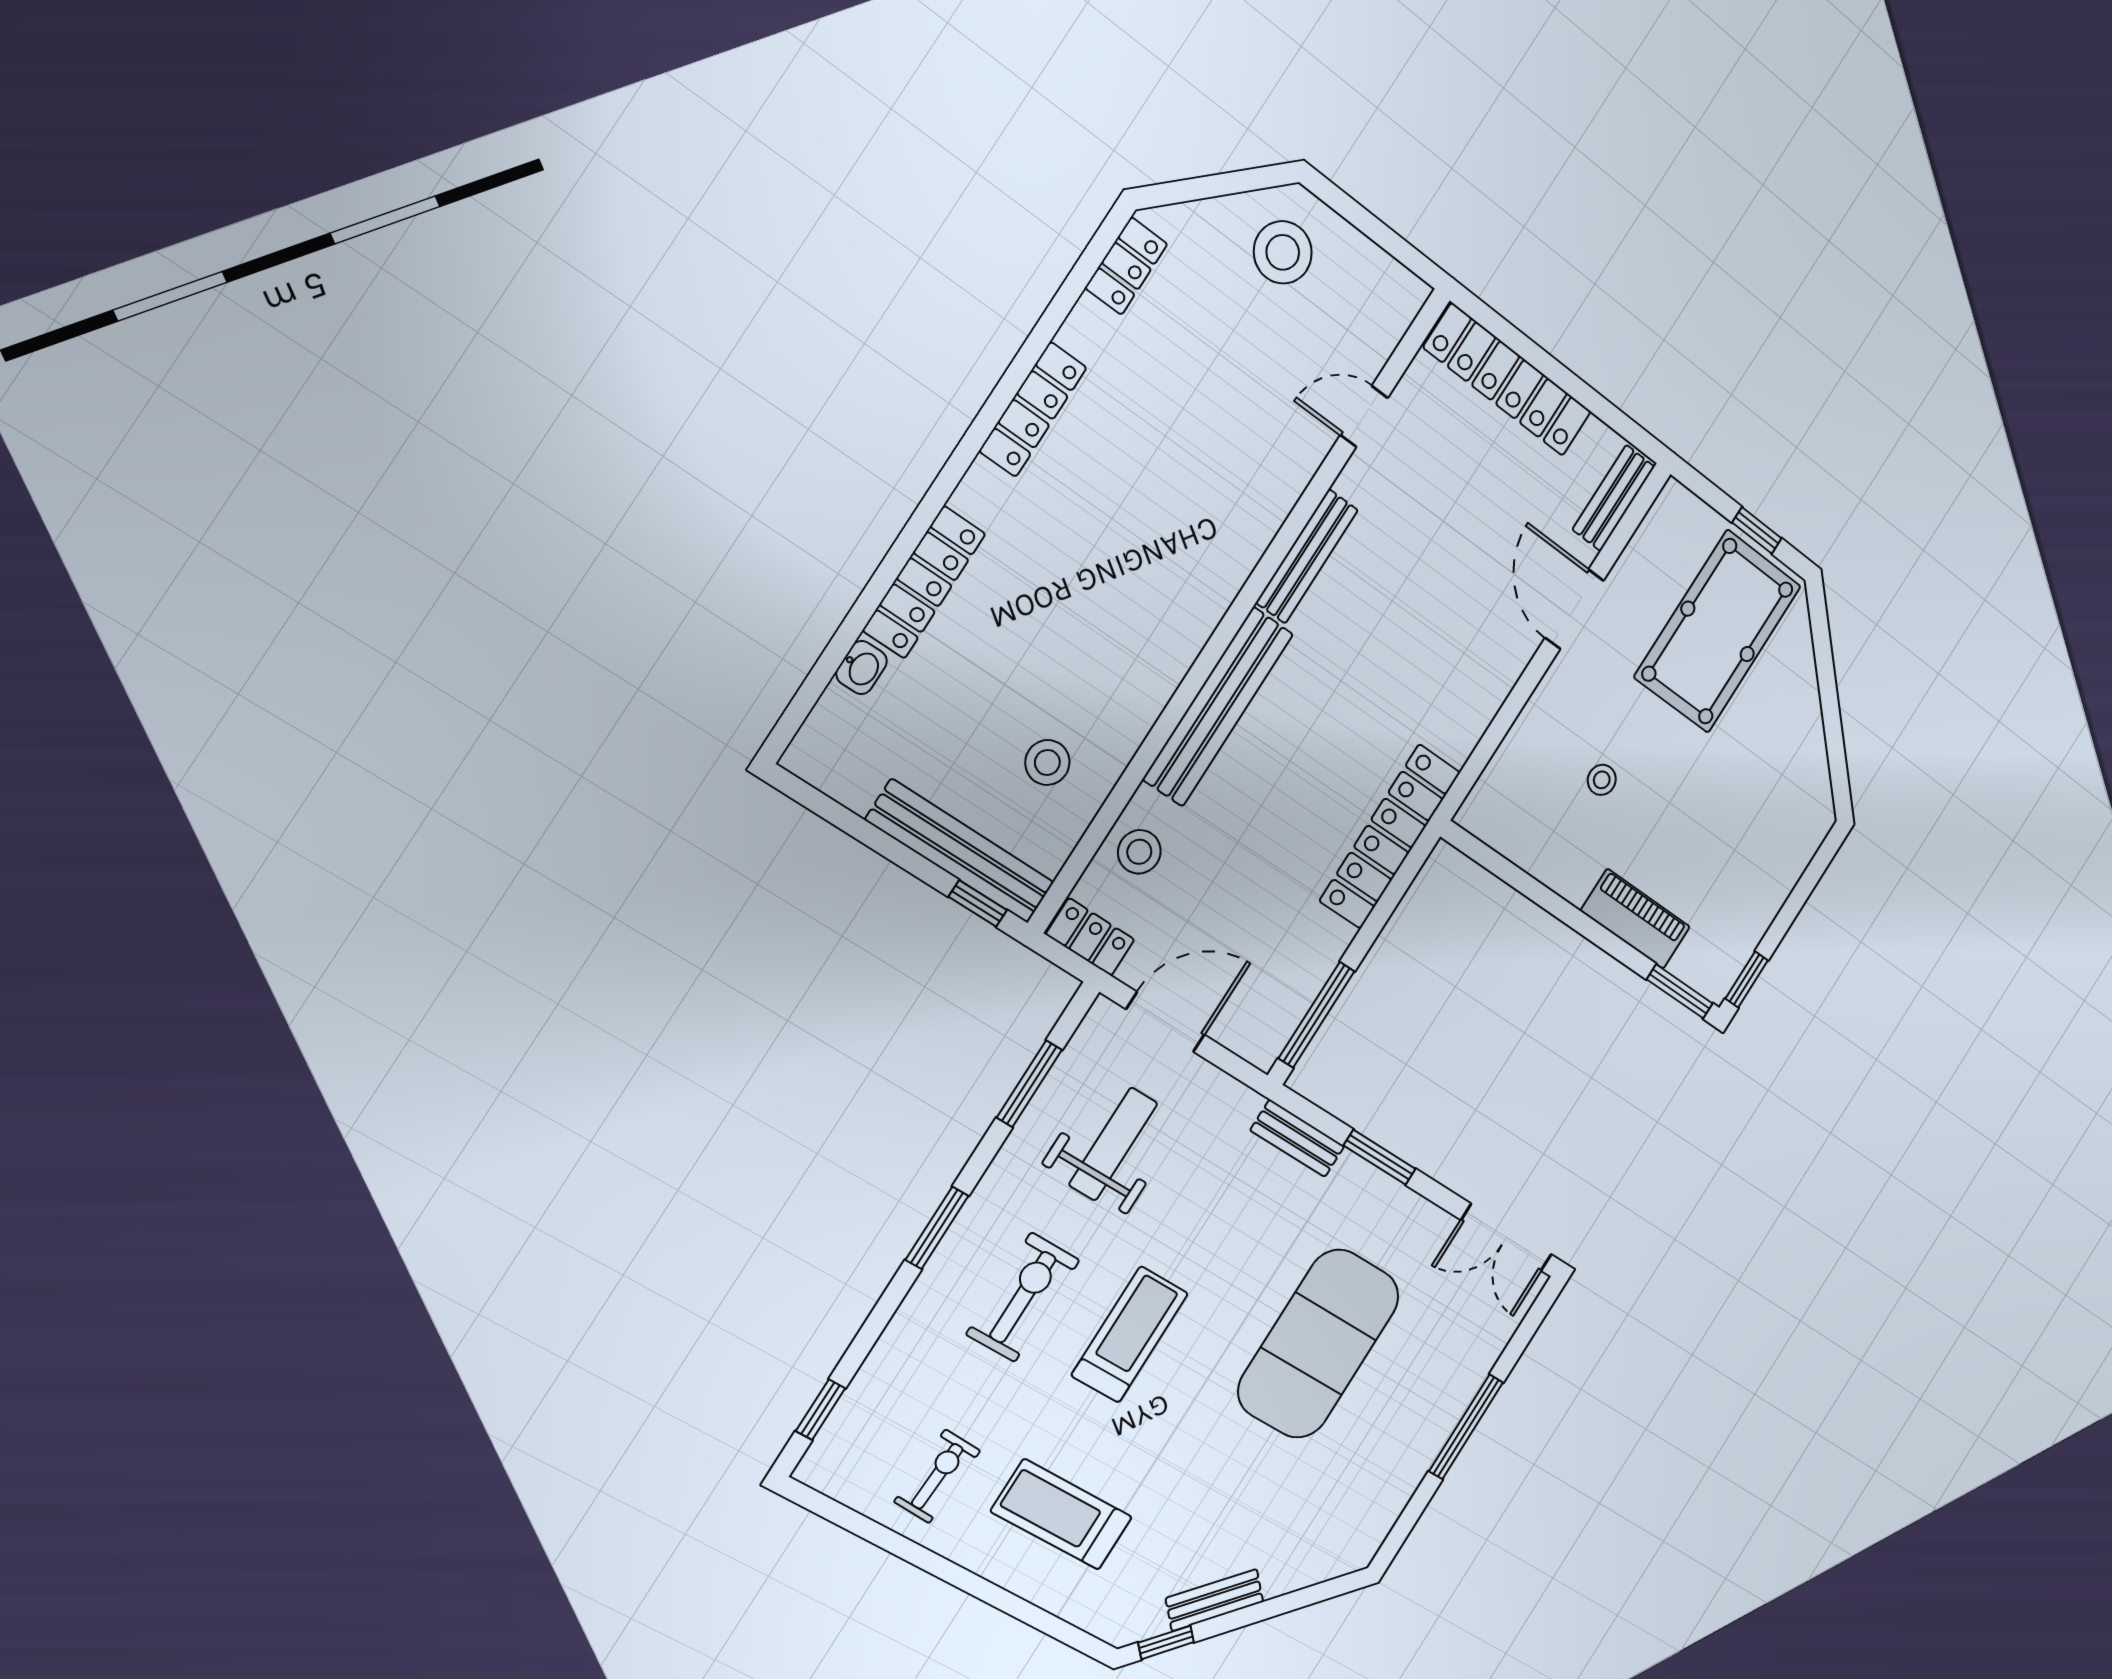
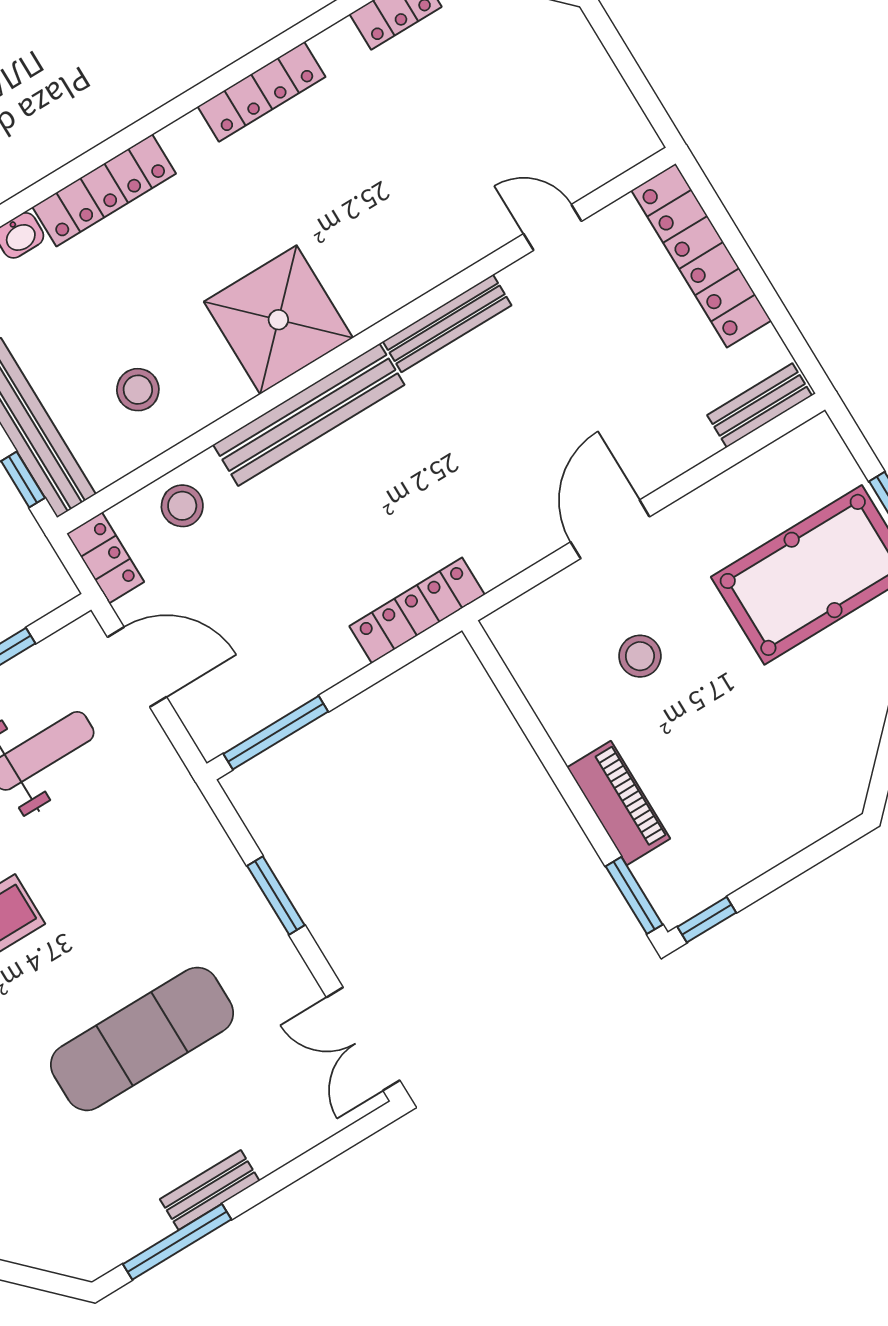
stool: (1283, 252) -> (539, 58), removed
door: (1574, 609) -> (610, 529), moved
shower: (1150, 629) -> (278, 320), added
stool: (1602, 780) -> (640, 656), width x1.37, depth x1.37
locker: (1390, 836) -> (417, 610), width x0.71, depth x0.83
bench: (1297, 1138) -> (210, 1190), moved, turned 90
exercise mat: (1319, 1344) -> (142, 1039), width x0.68
window: (1466, 1427) -> (177, 1242), moved

